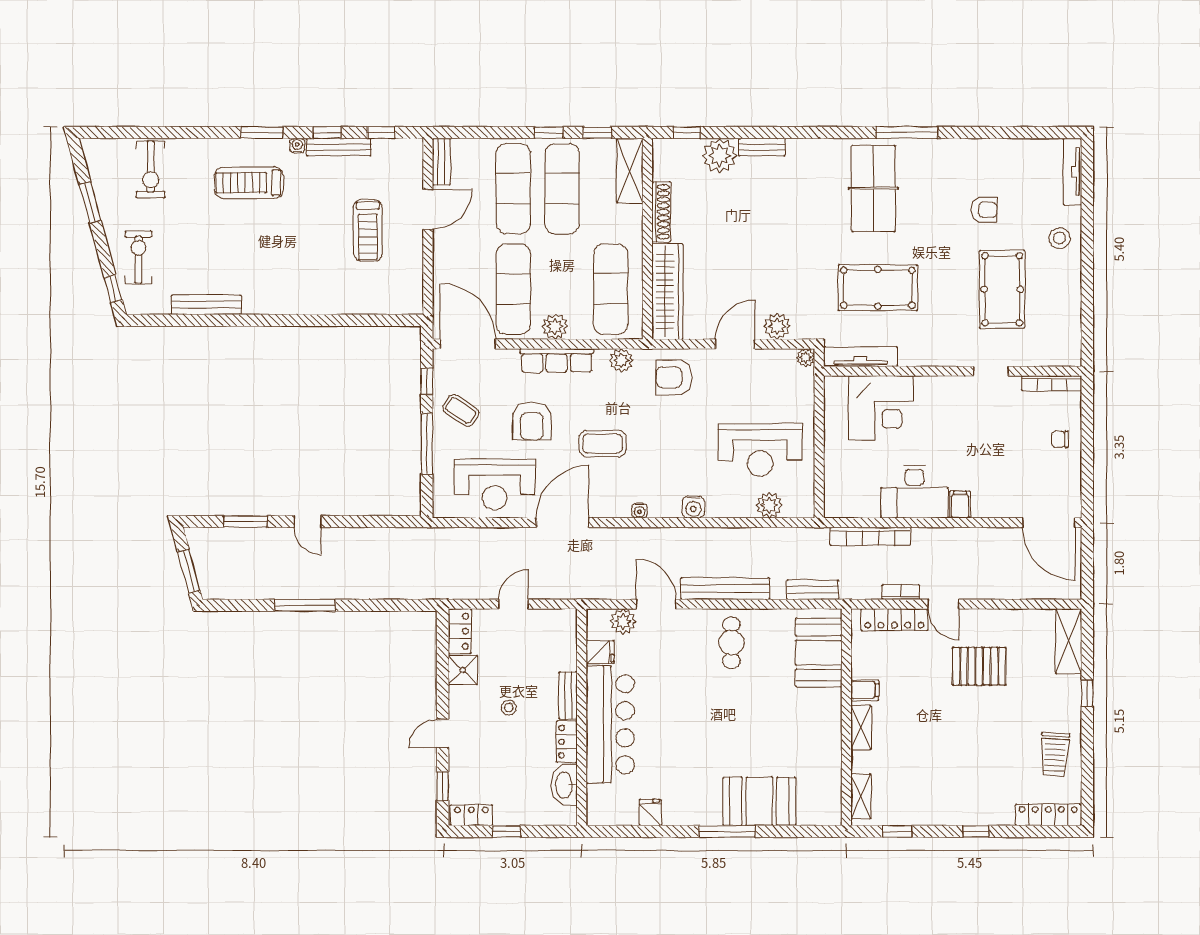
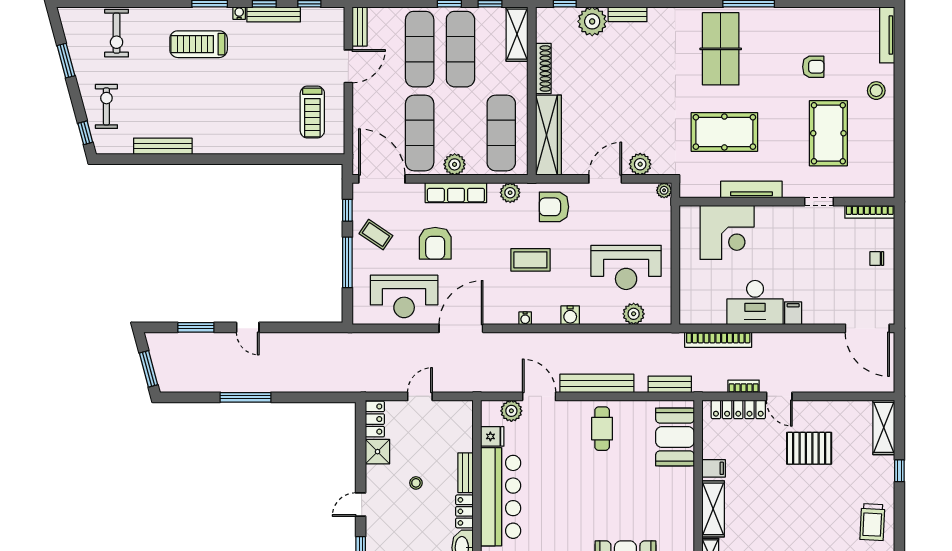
treadmill: (368, 230) -> (312, 112), moved
tv unit: (860, 357) -> (751, 190), moved
coffee table: (603, 444) -> (530, 260), moved
shelving: (861, 728) -> (713, 509), width x1.50, depth x1.33

